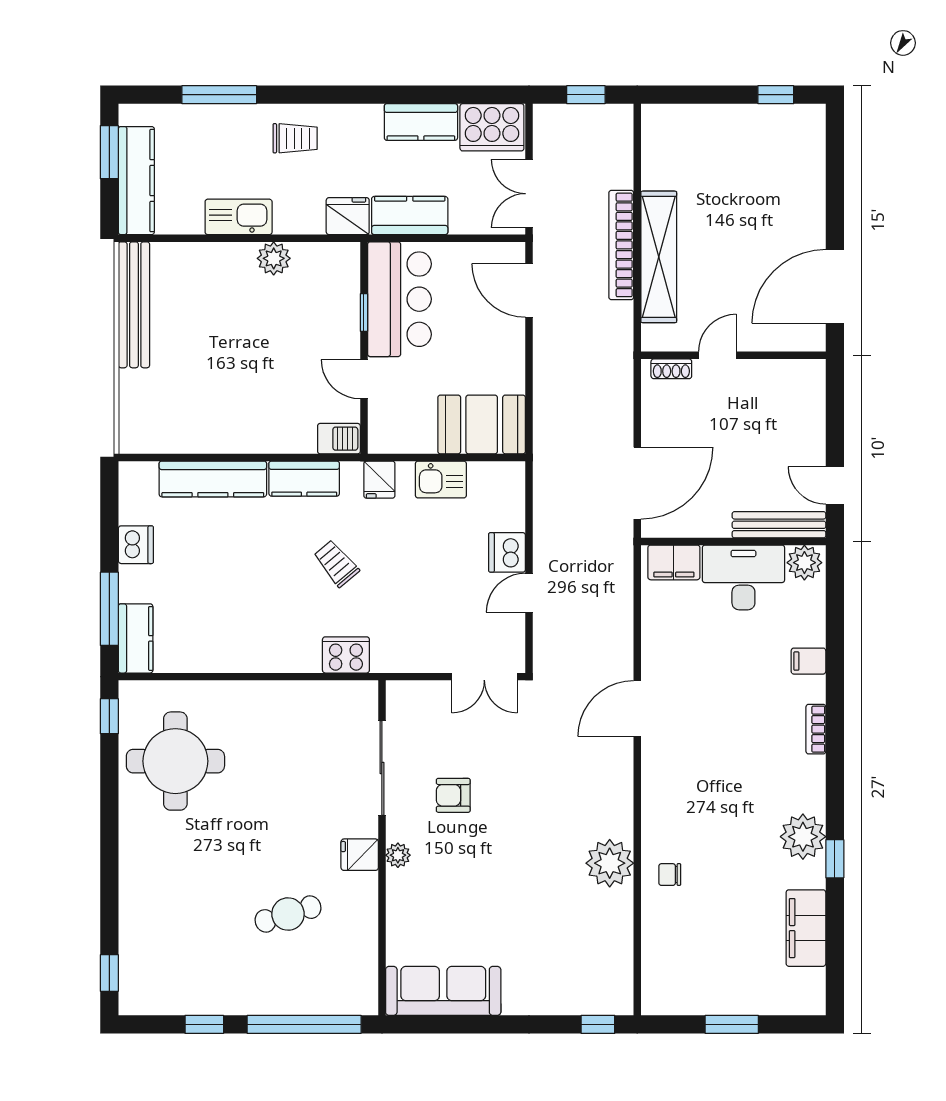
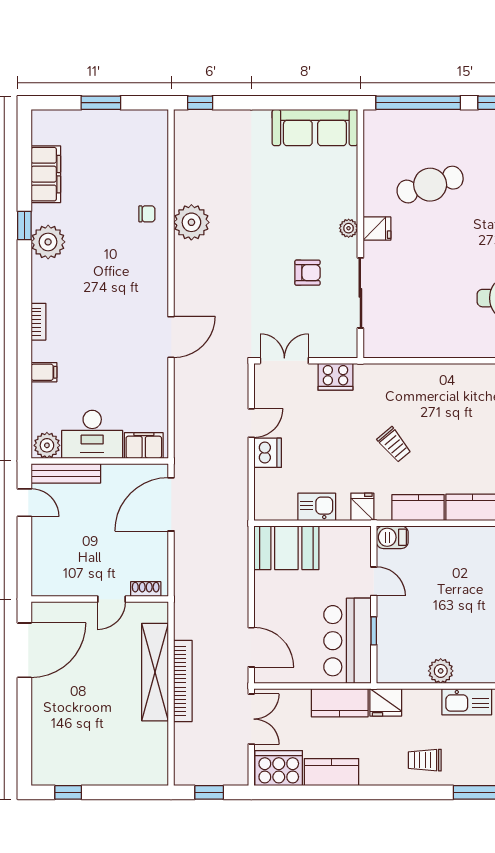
cooker: (346, 655) -> (335, 377), moved
cafe table: (288, 914) -> (430, 185), width x1.37, depth x1.35

